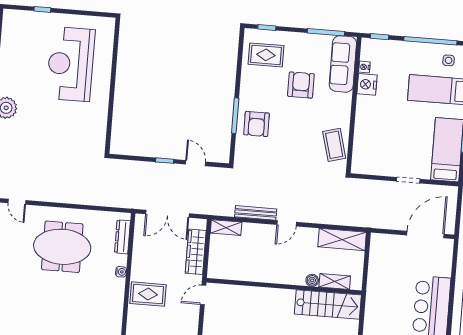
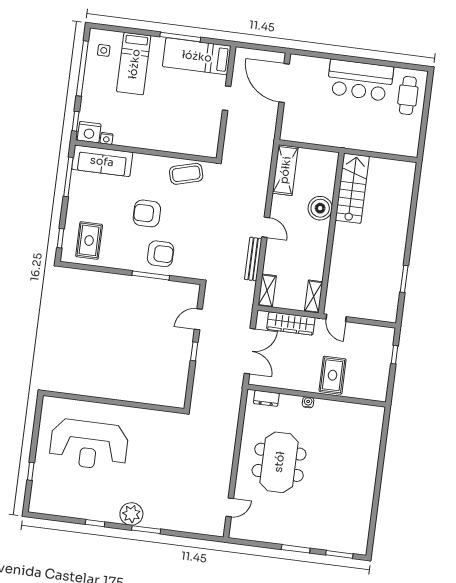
nightstand: (367, 84) -> (89, 132), moved
armchair: (301, 85) -> (147, 213), moved
dresser: (122, 237) -> (266, 398), width x0.70
boiler: (312, 280) -> (320, 208), width x1.86, depth x1.86
shelving: (335, 281) -> (314, 297), moved

